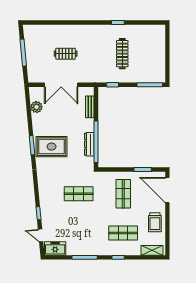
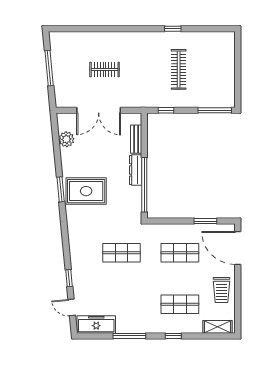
dresser: (89, 144) -> (136, 170), moved
shop shelf: (123, 194) -> (180, 253), turned 90
freezer: (55, 248) -> (96, 324), width x1.40

